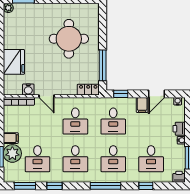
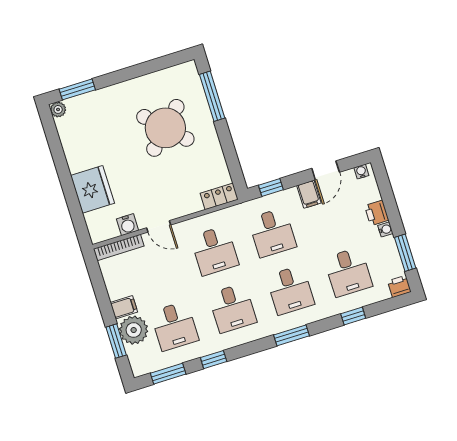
round table: (69, 39) -> (165, 128), turned 45
window: (103, 65) -> (212, 96), moved
window: (106, 186) -> (291, 335), width x0.69

